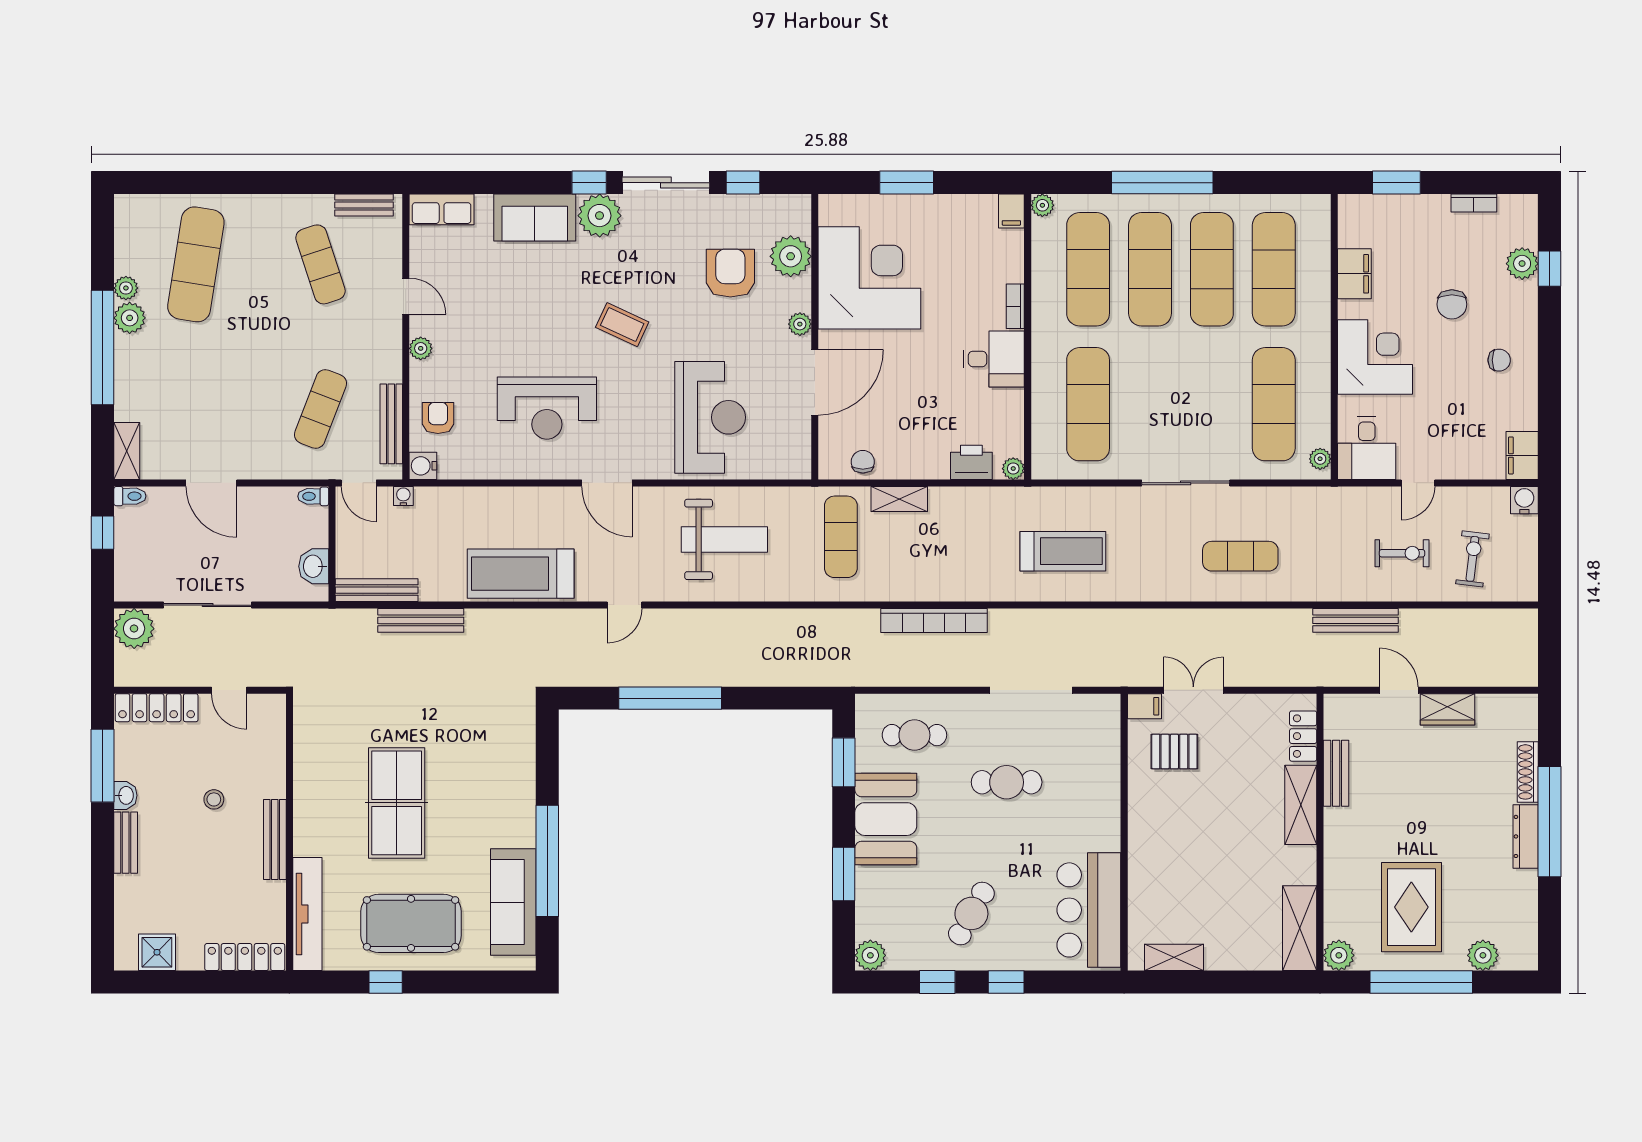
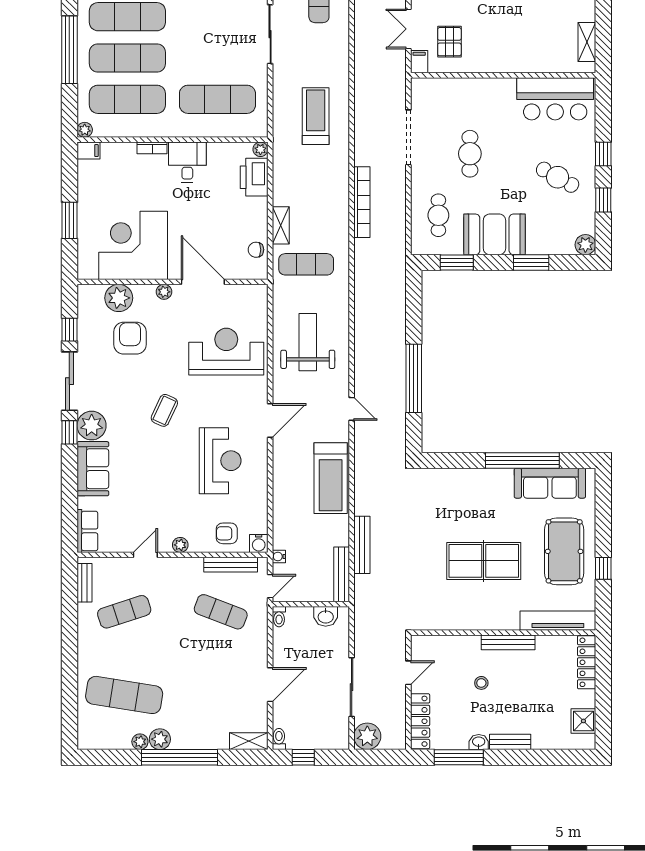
armchair: (730, 273) -> (130, 338), turned 90
printer: (971, 462) -> (254, 177), width x1.37, depth x1.19

